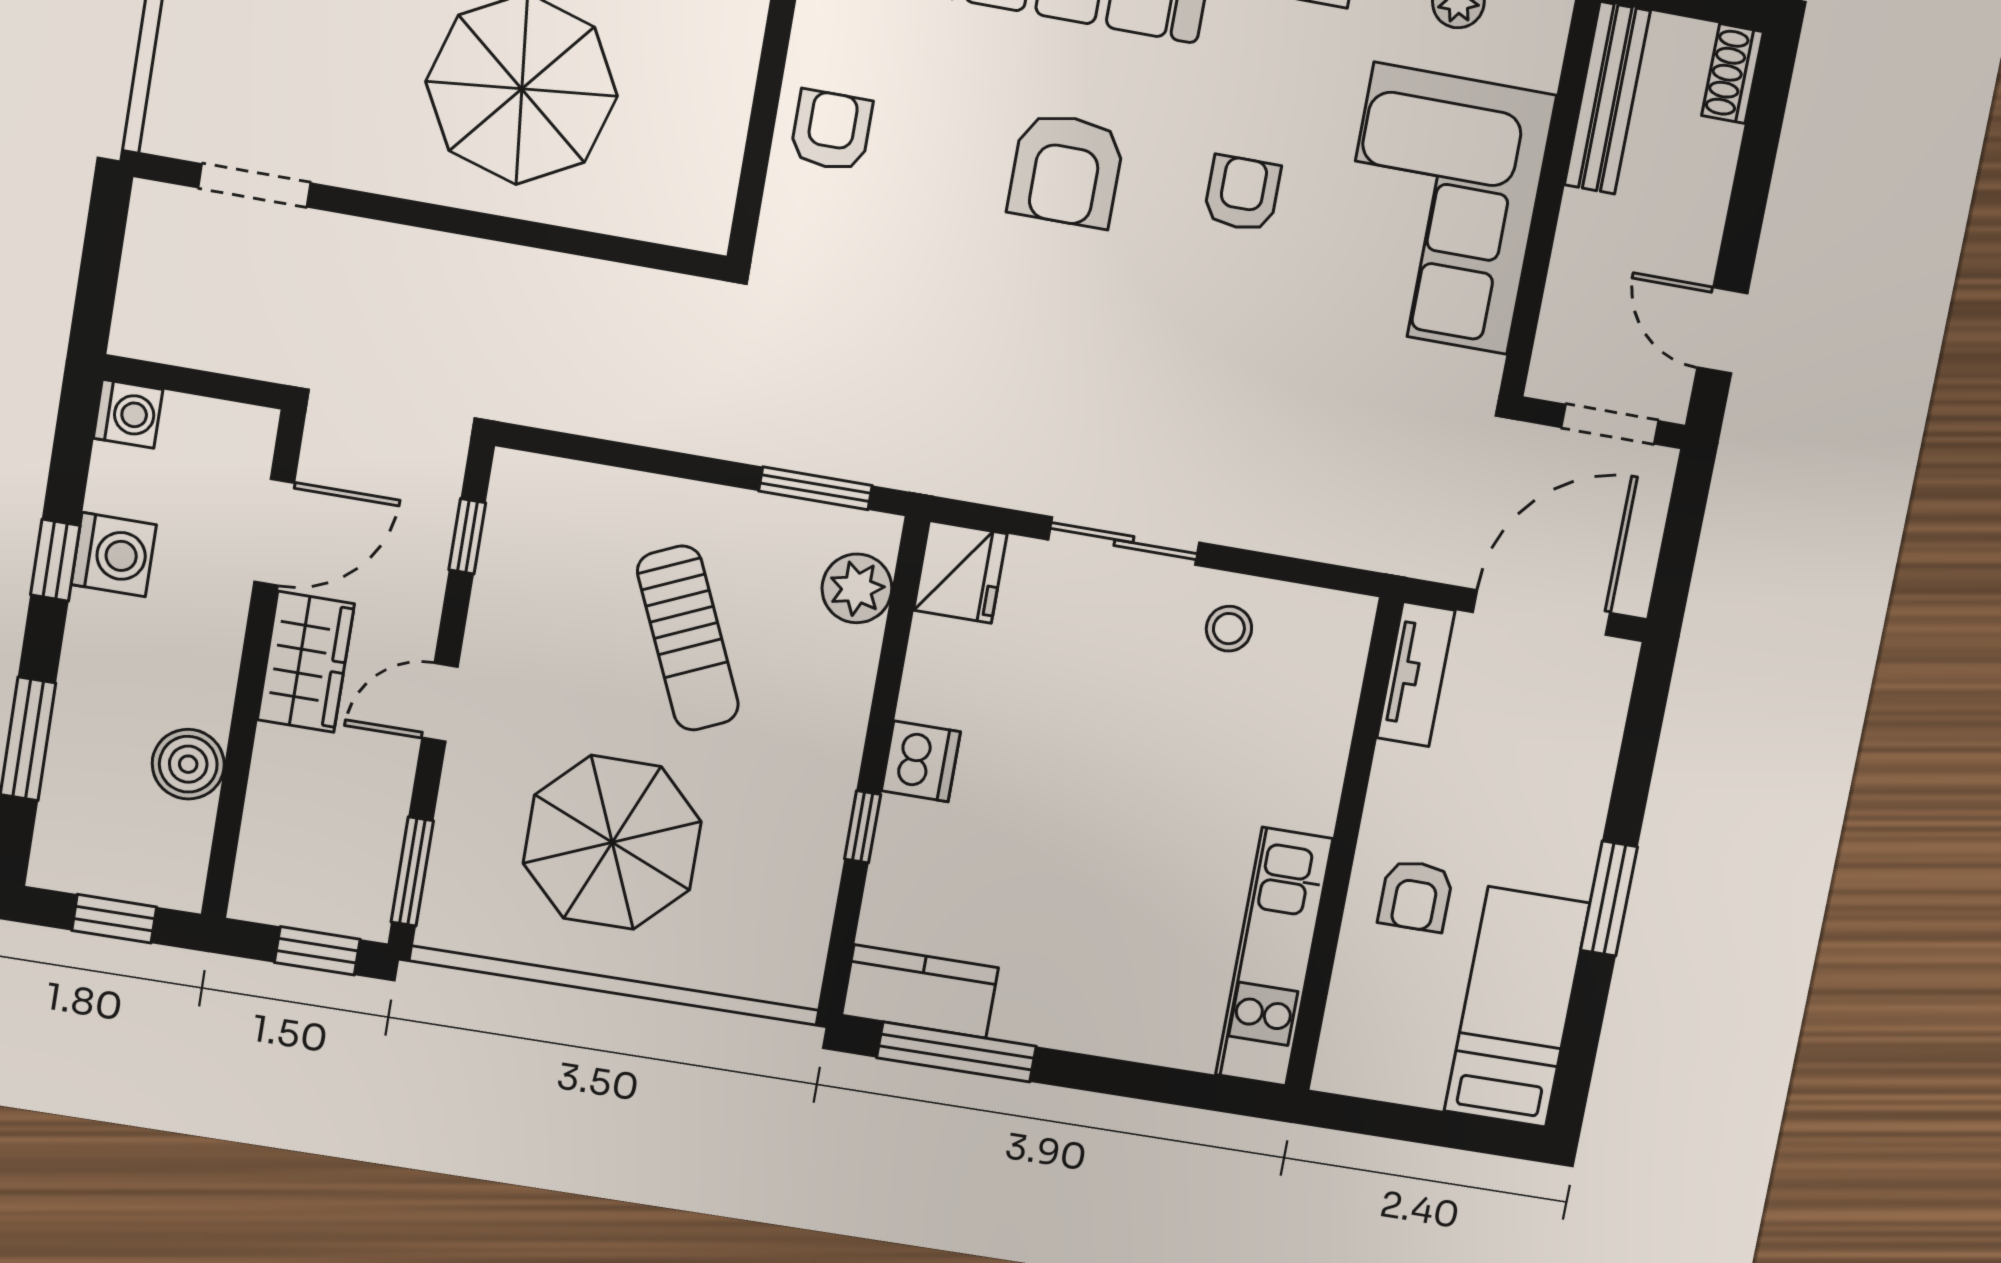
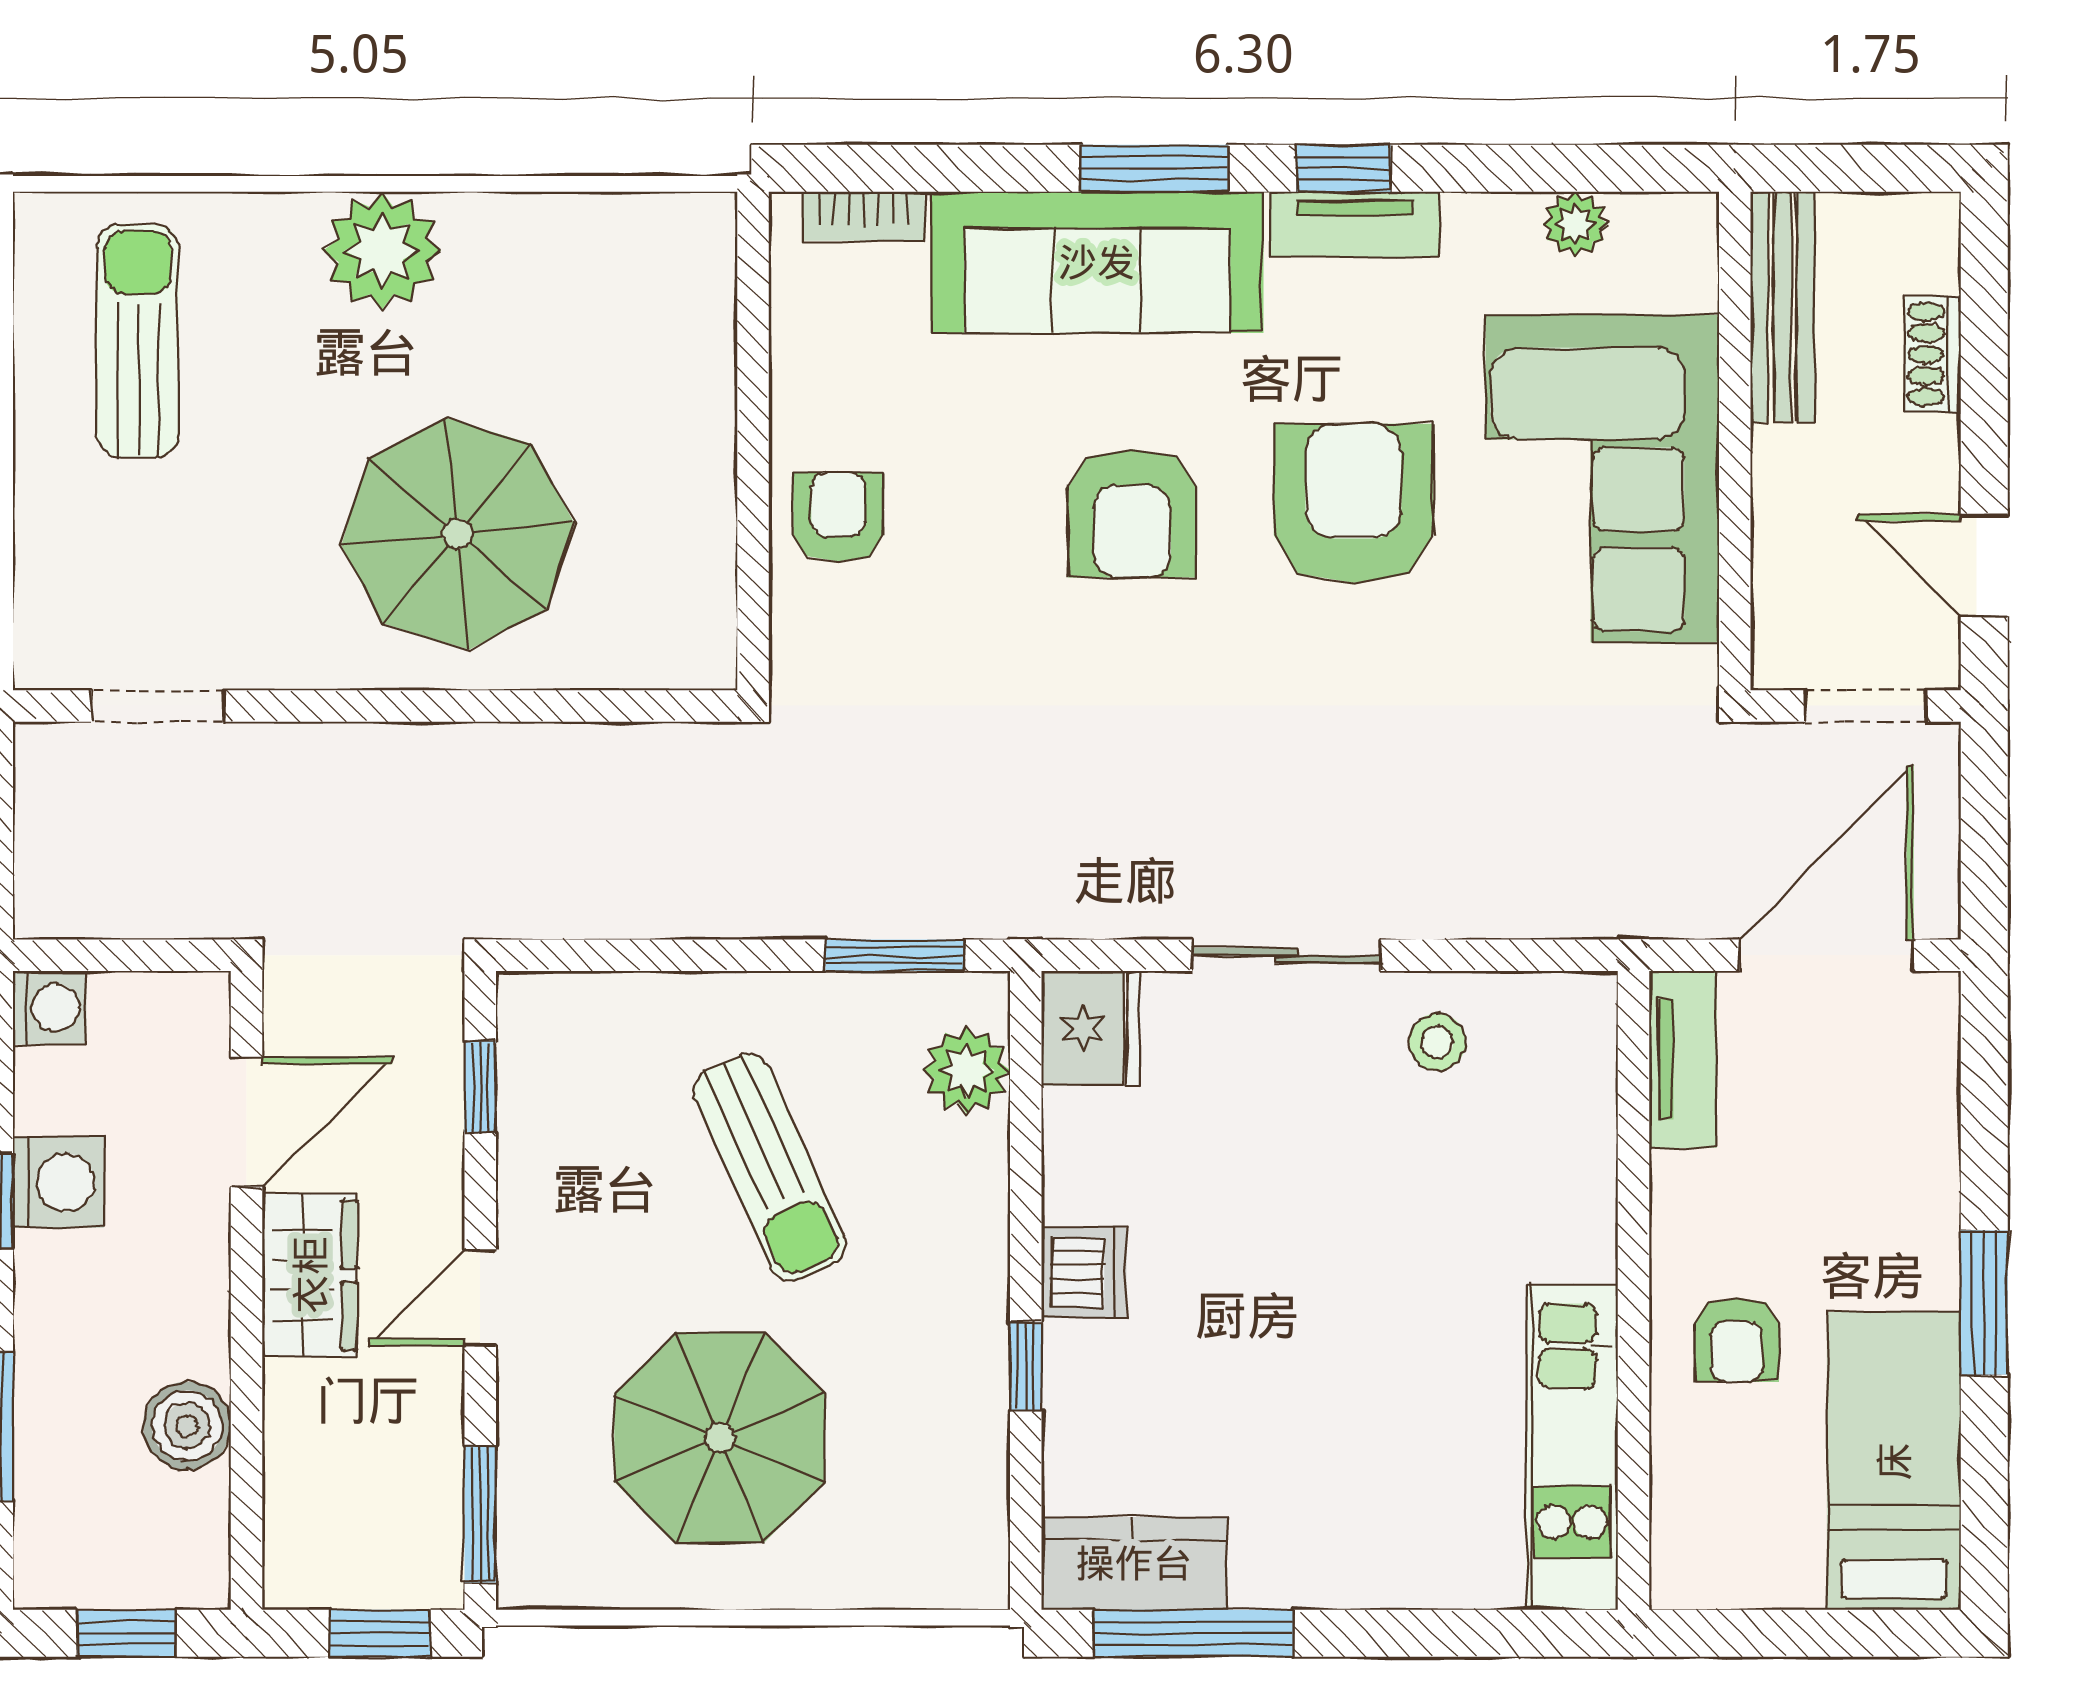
shoe rack: (1732, 74) -> (1933, 354), moved
armchair: (1242, 193) -> (1353, 503), width x1.88, depth x1.88

